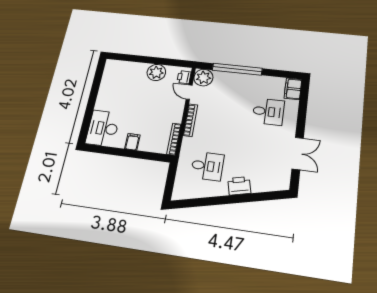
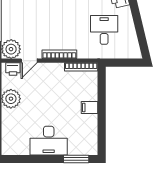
window: (86, 123) -> (76, 159), added
desk: (103, 128) -> (49, 141), moved

